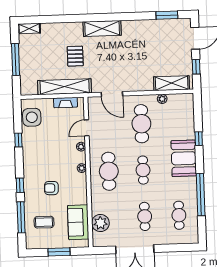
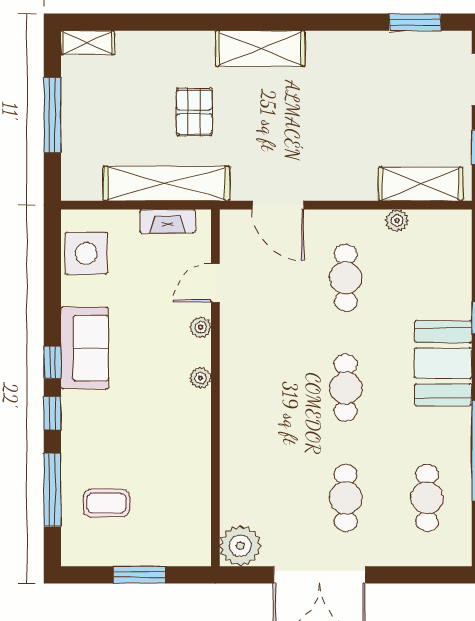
cafe table: (141, 124) -> (346, 278), width x0.73, depth x0.74
window: (18, 140) -> (52, 362), moved
cafe table: (109, 171) -> (264, 388), removed
armchair: (51, 188) -> (127, 423), removed
sofa: (78, 222) -> (85, 348), moved, turned 180
plant: (100, 223) -> (240, 546), moved

